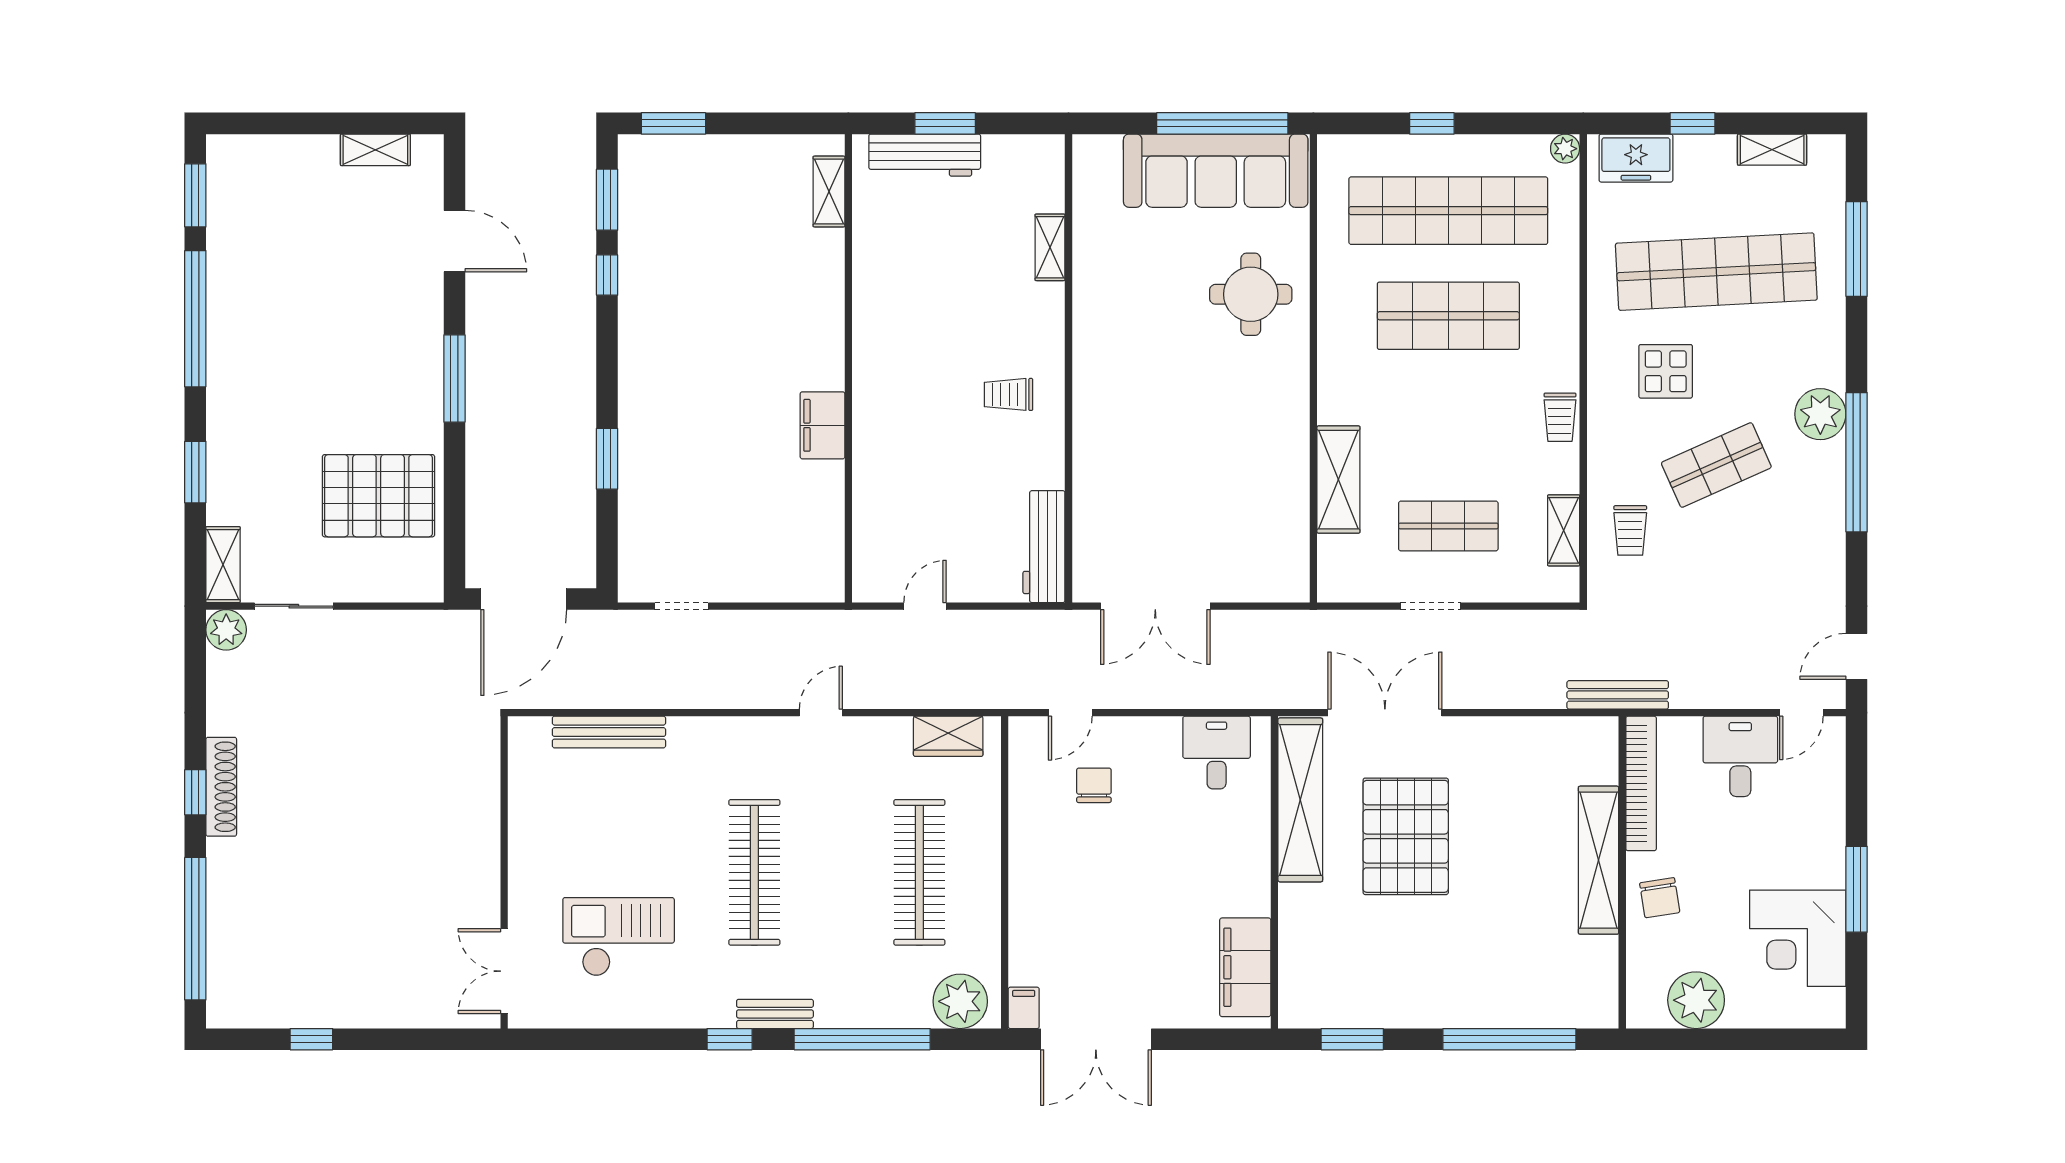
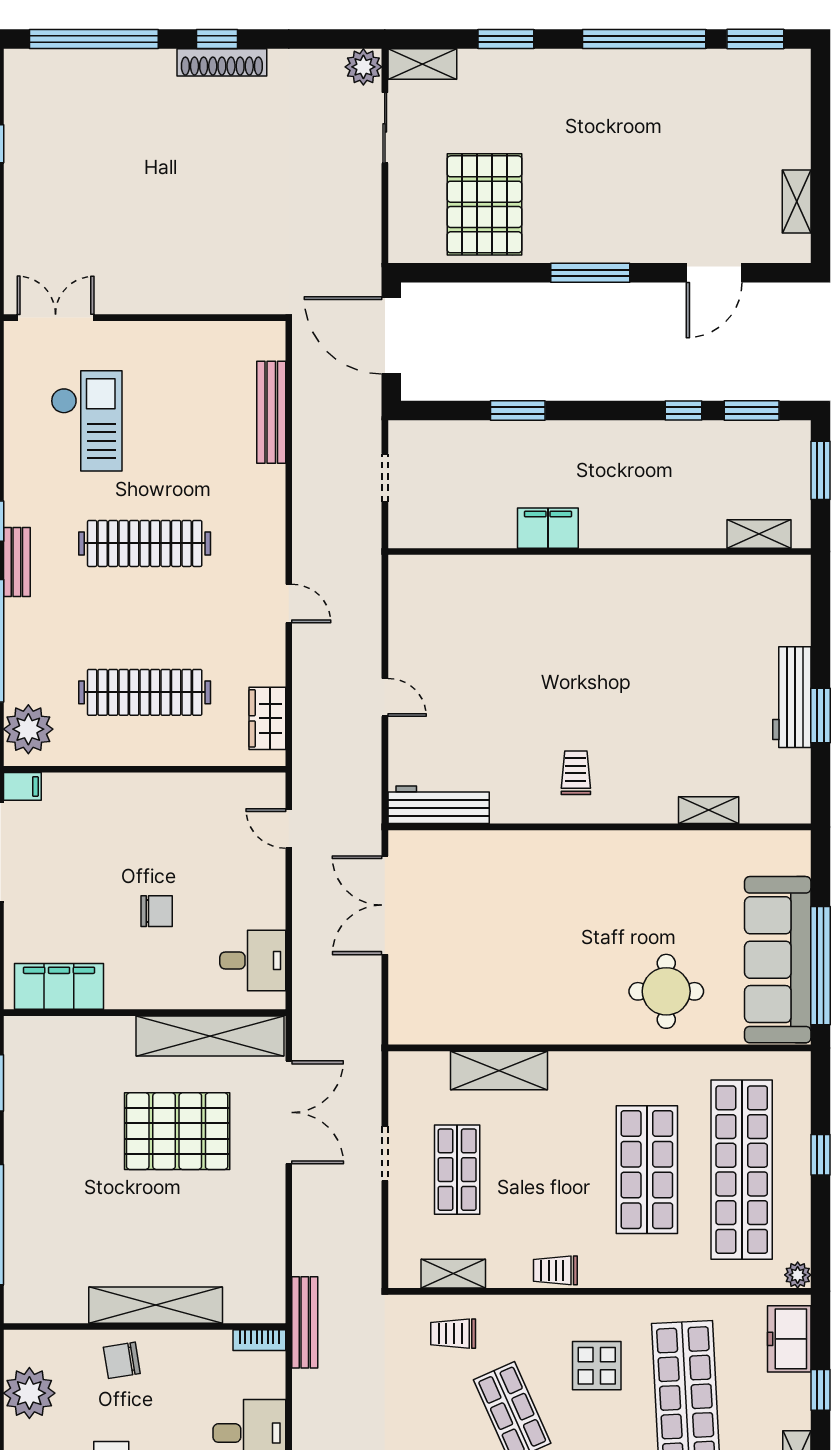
shelving: (829, 192) -> (759, 534), moved
wall: (848, 368) -> (599, 551), moved
filing cabinet: (823, 425) -> (548, 528), moved
bookcase: (1641, 783) -> (259, 1340), width x0.43, depth x0.76
chair: (1094, 785) -> (157, 911), moved

